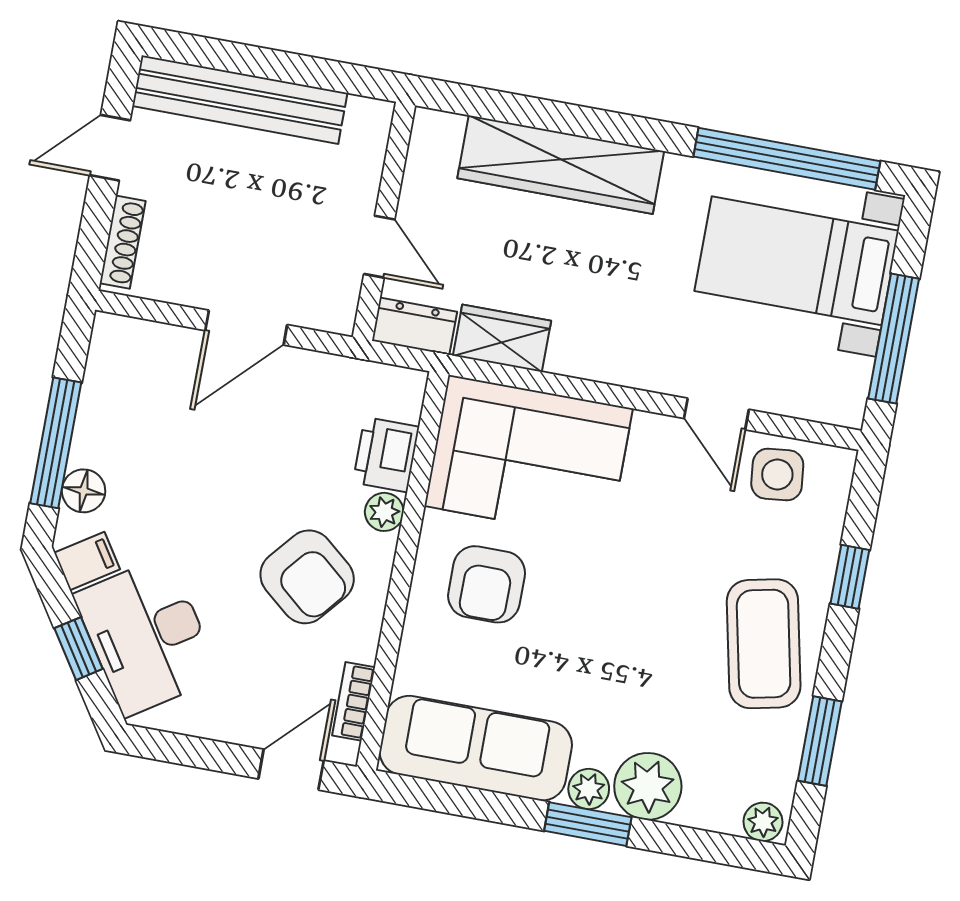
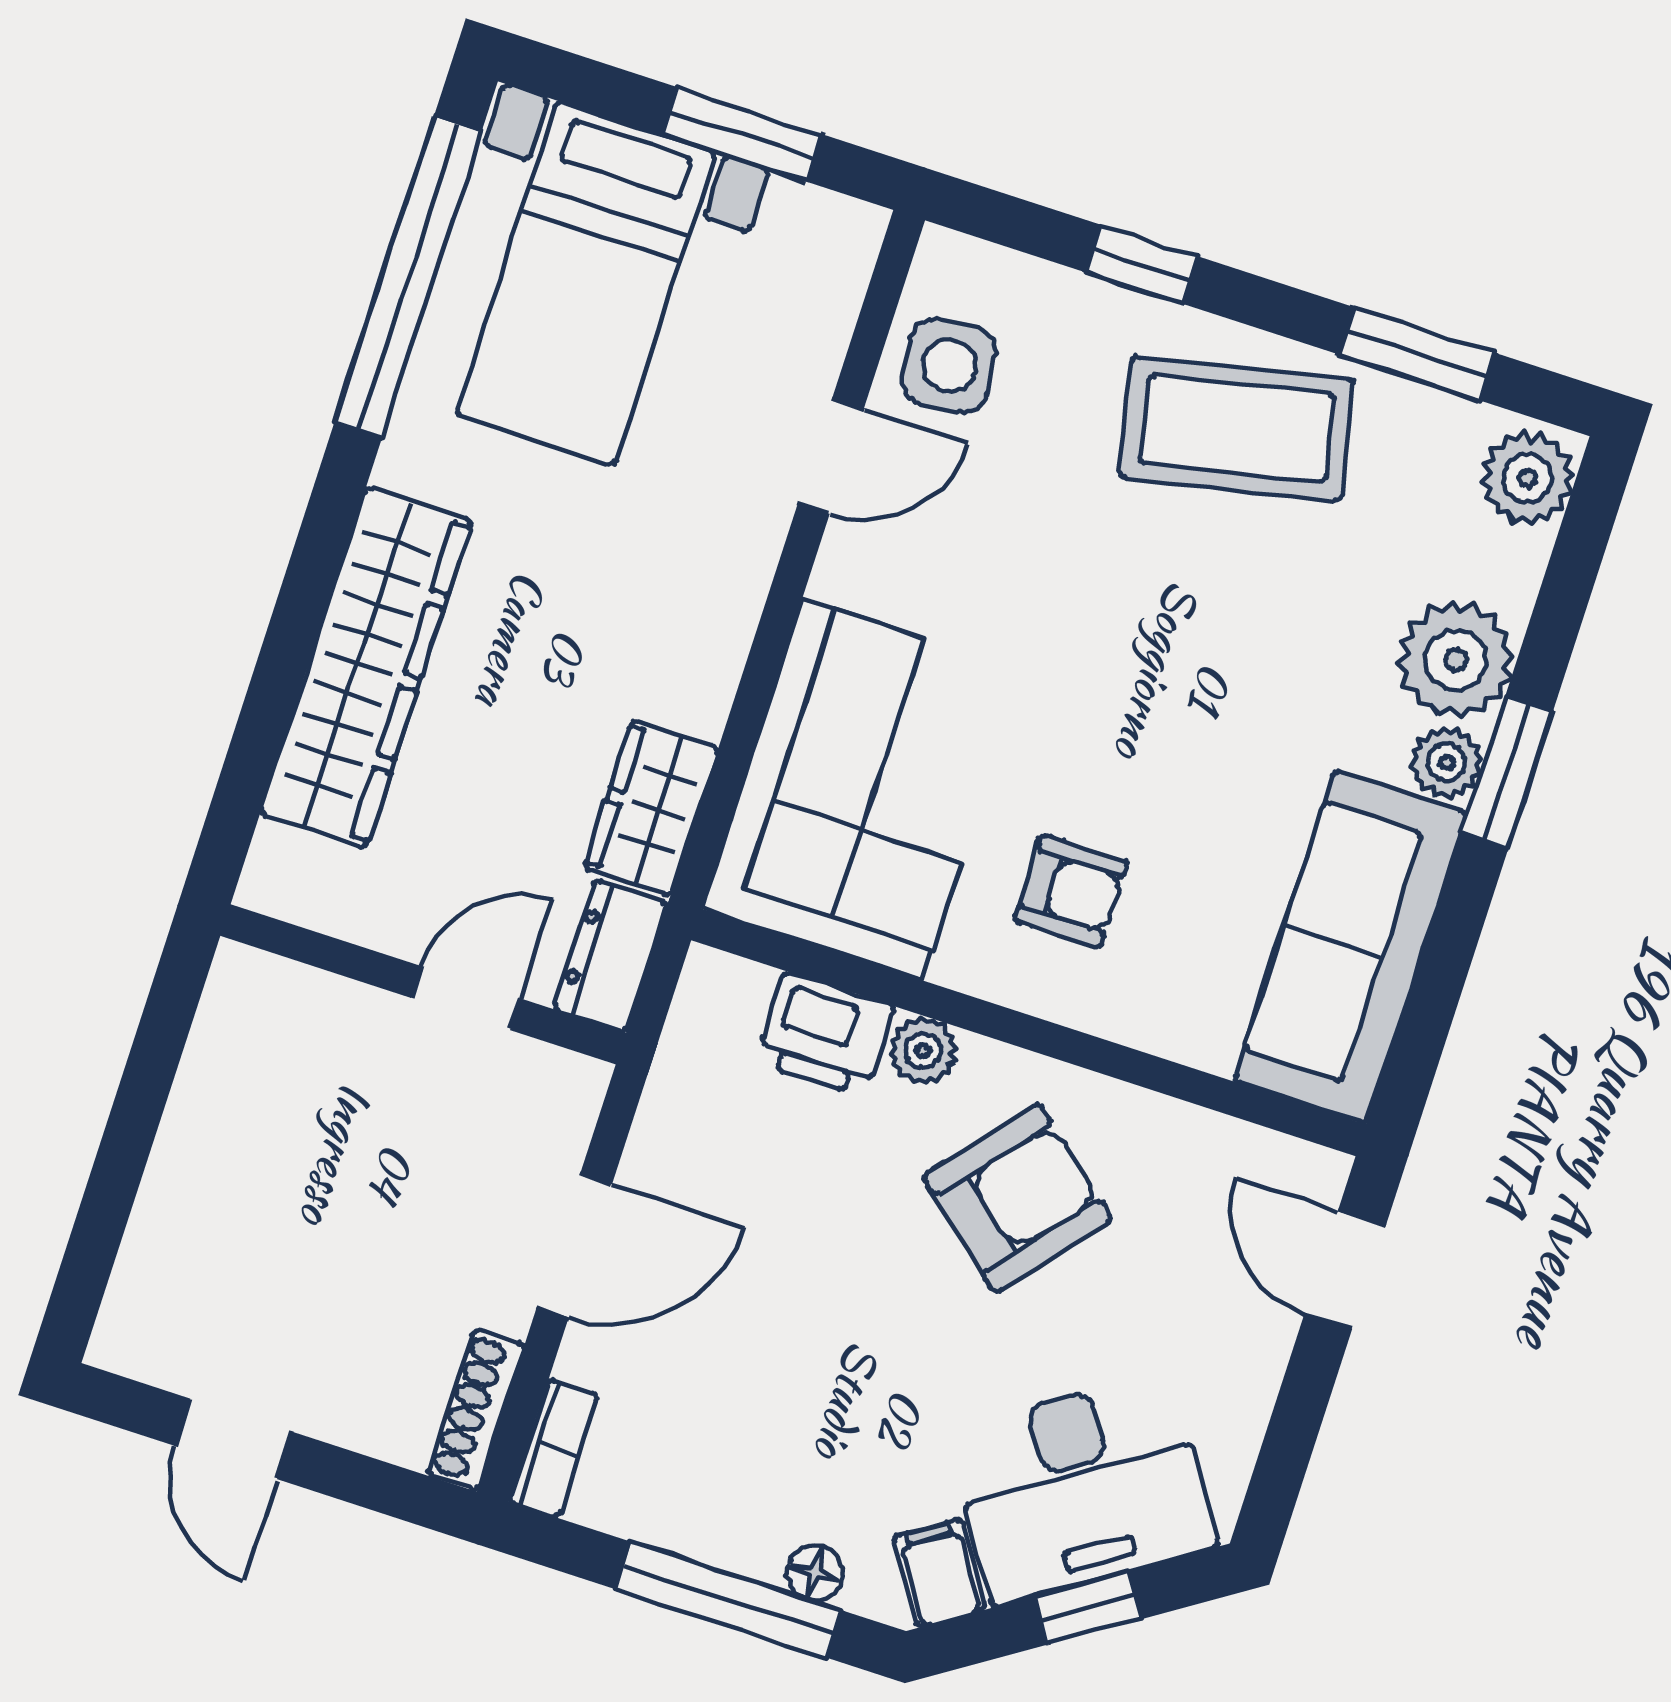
bench: (240, 100) -> (180, 1204), removed
shoe rack: (123, 242) -> (476, 1410), moved, turned -90
door: (246, 328) -> (574, 1246), hinge flipped
window: (894, 339) -> (742, 134), width x0.69
floor lamp: (84, 491) -> (815, 1573), width x0.73, depth x0.73
armchair: (487, 584) -> (1071, 891), width x0.72, depth x0.72
bookcase: (354, 701) -> (553, 1448), moved, turned -90
plant: (763, 822) -> (1527, 478), width x1.38, depth x1.38

